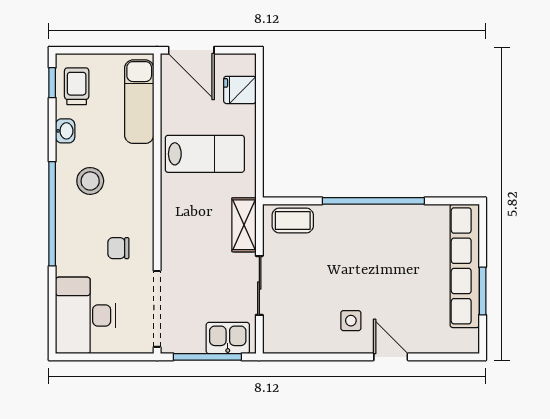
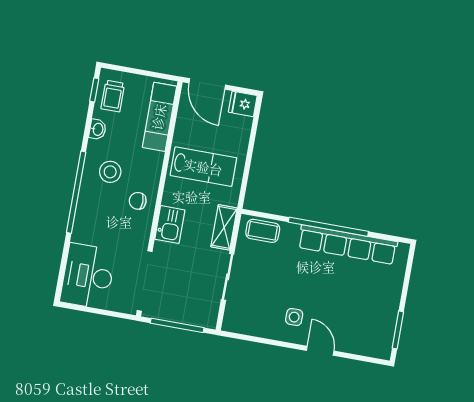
trolley: (77, 86) -> (113, 96), turned 180
fridge: (240, 90) -> (243, 104), moved
chair: (118, 248) -> (138, 201), moved
row of seats: (465, 266) -> (348, 245), moved, turned -90
window: (483, 291) -> (398, 330), moved
kitchen sink: (228, 338) -> (170, 225), moved, turned 90

